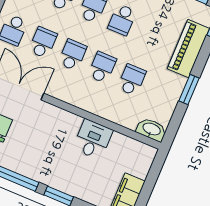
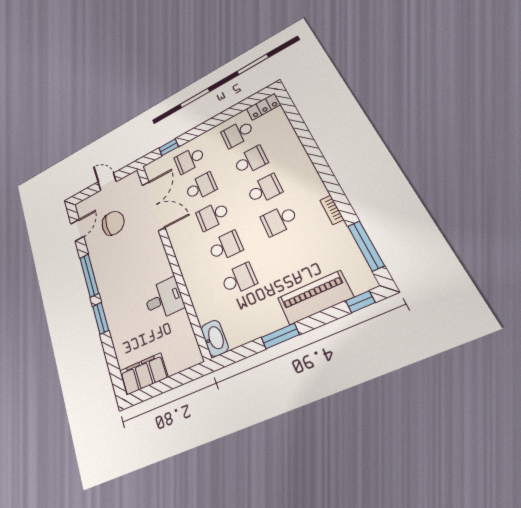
school desk: (73, 55) -> (213, 216), turned 180

